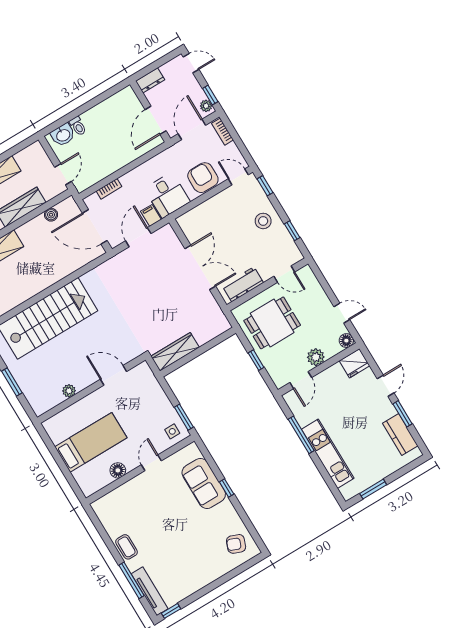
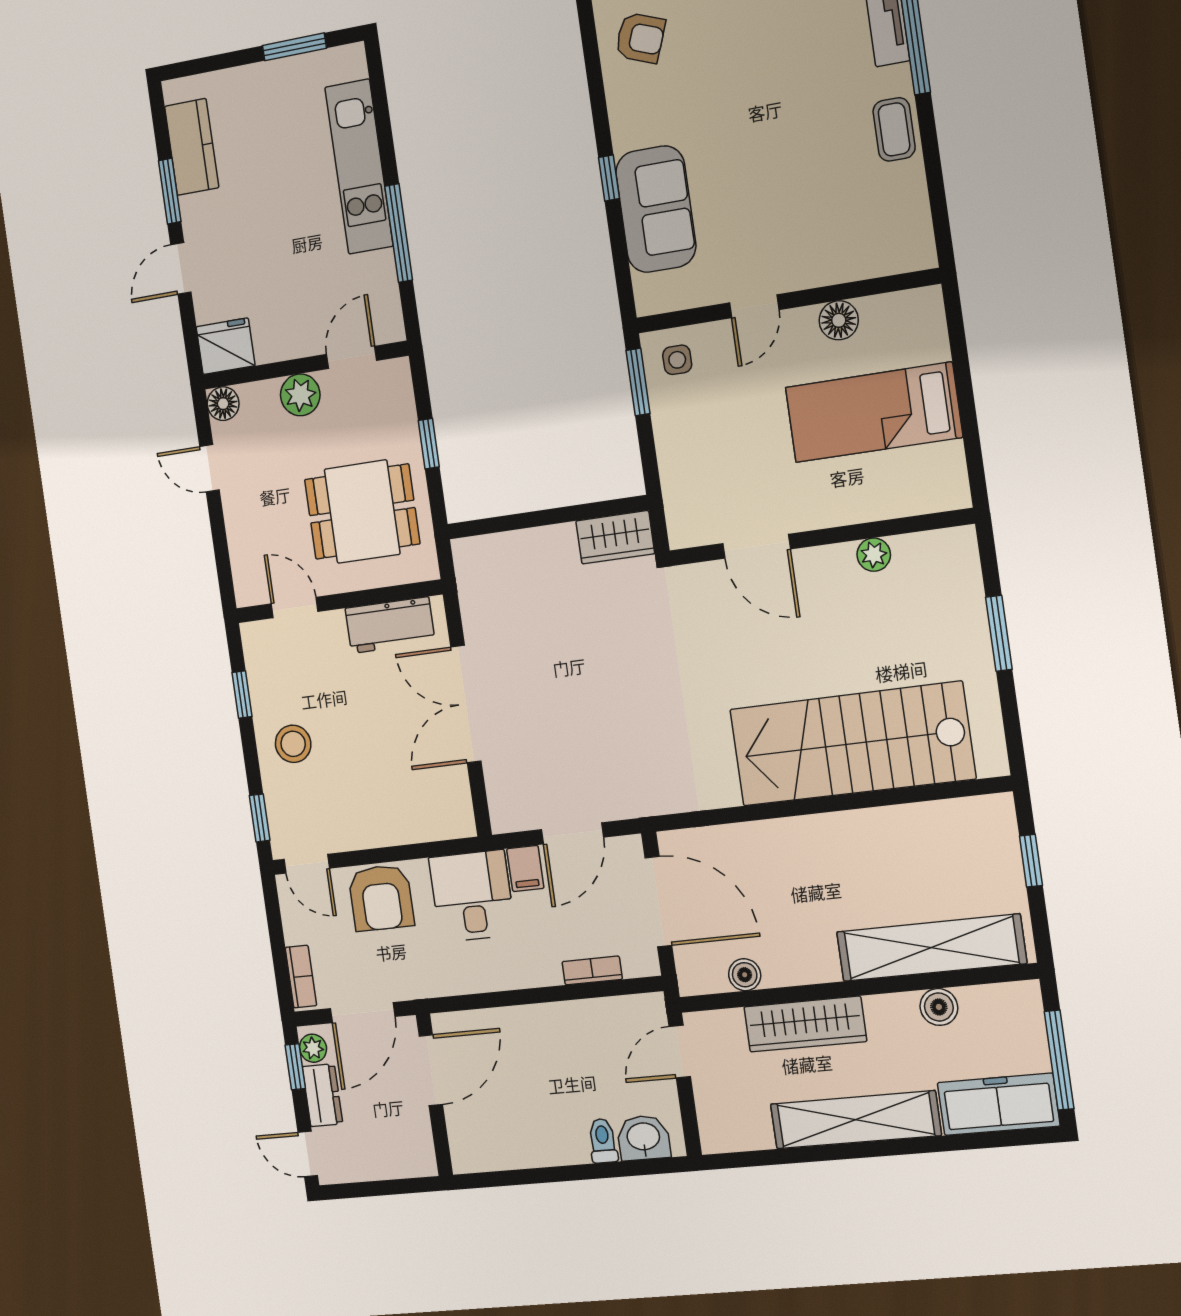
dresser: (150, 80) -> (322, 1095), moved, turned 90
wardrobe: (175, 352) -> (615, 537), width x0.67

